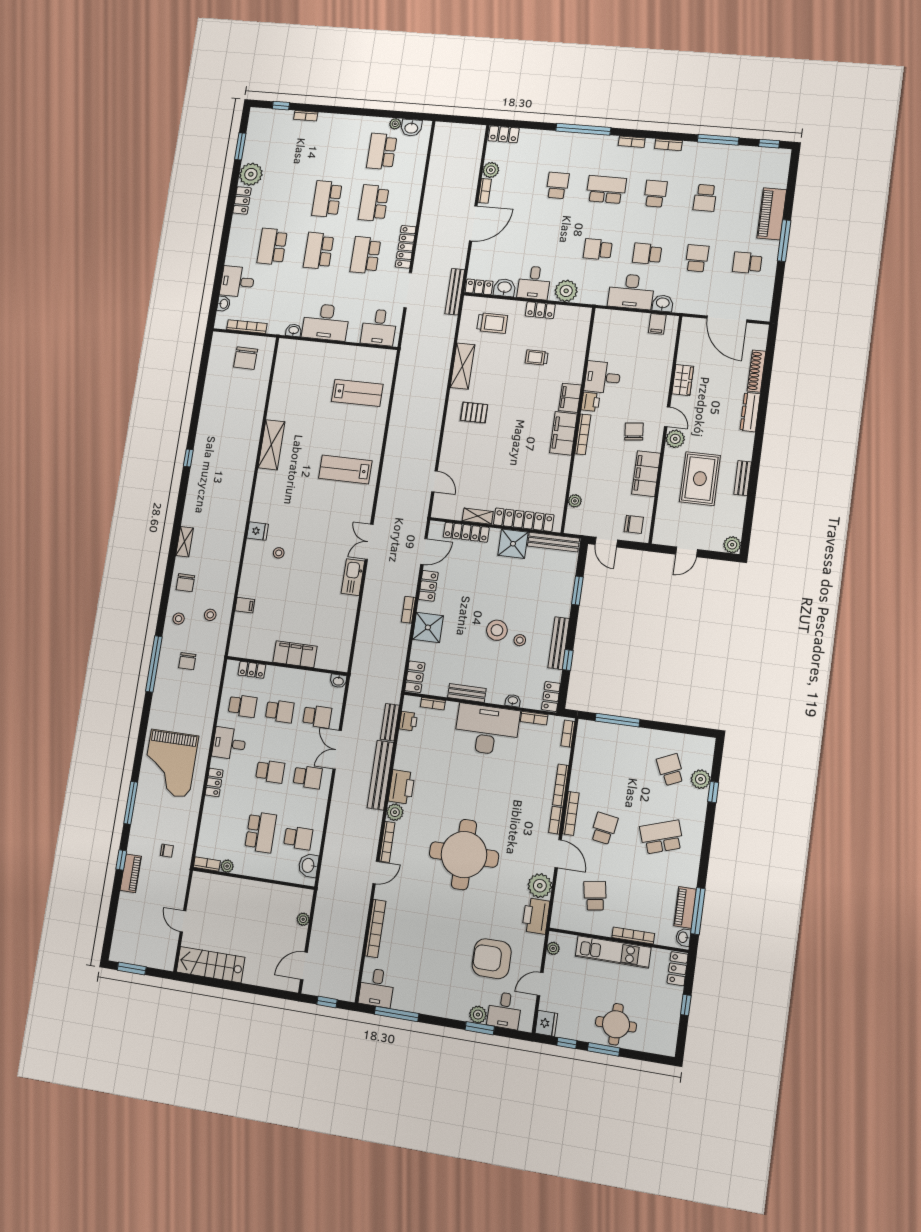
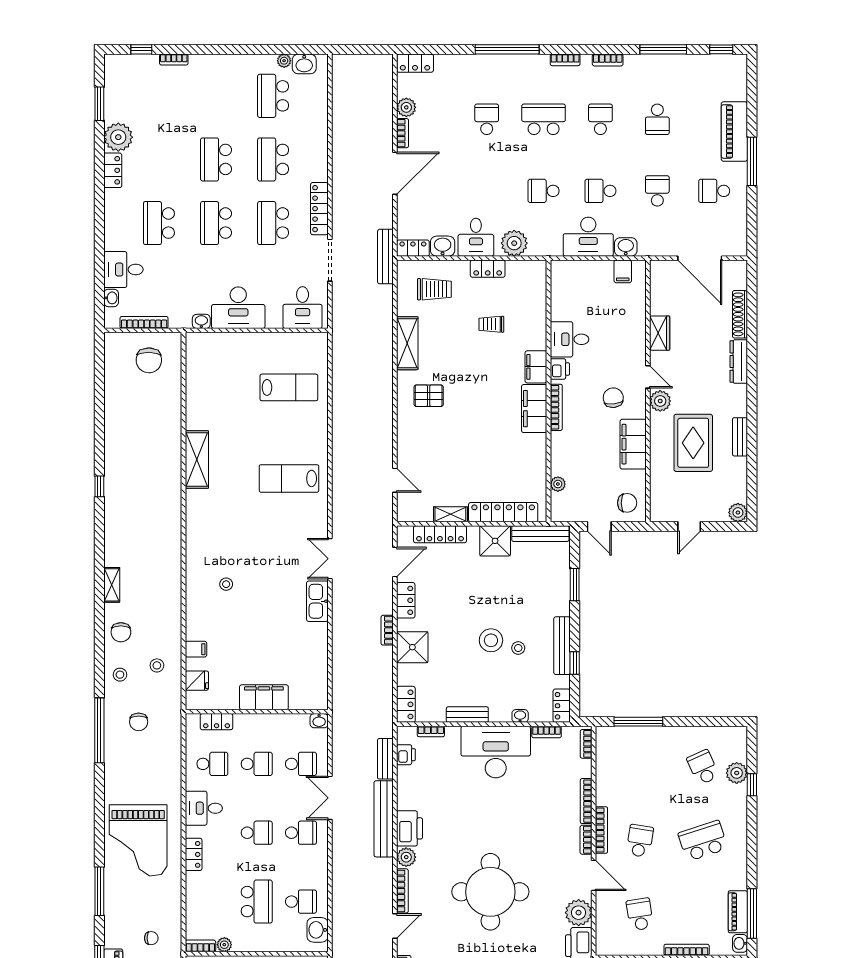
fridge: (258, 531) -> (197, 681), moved

